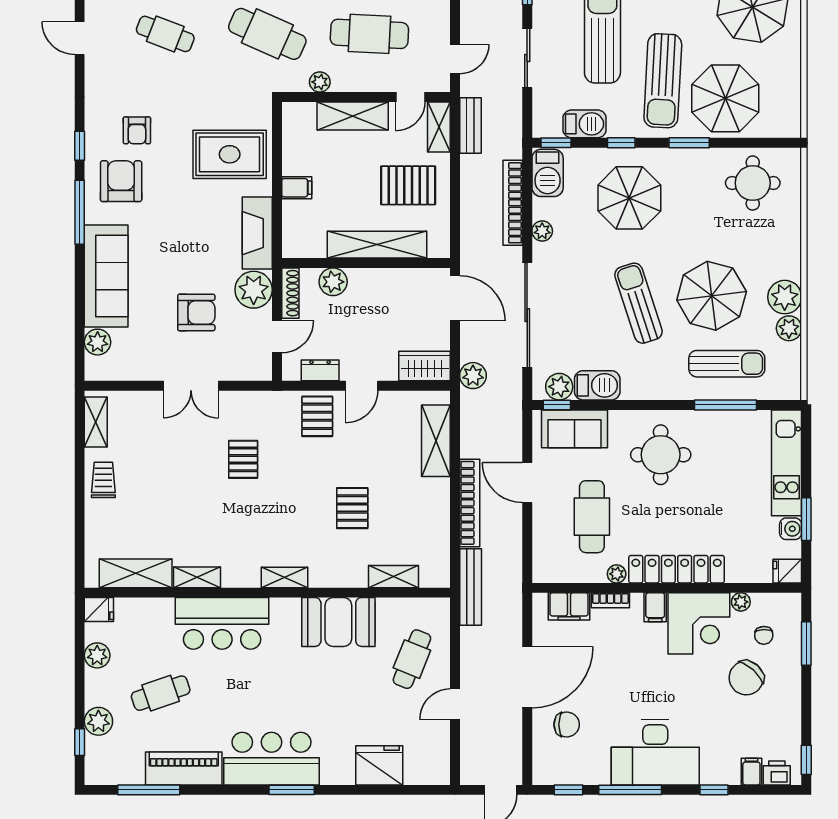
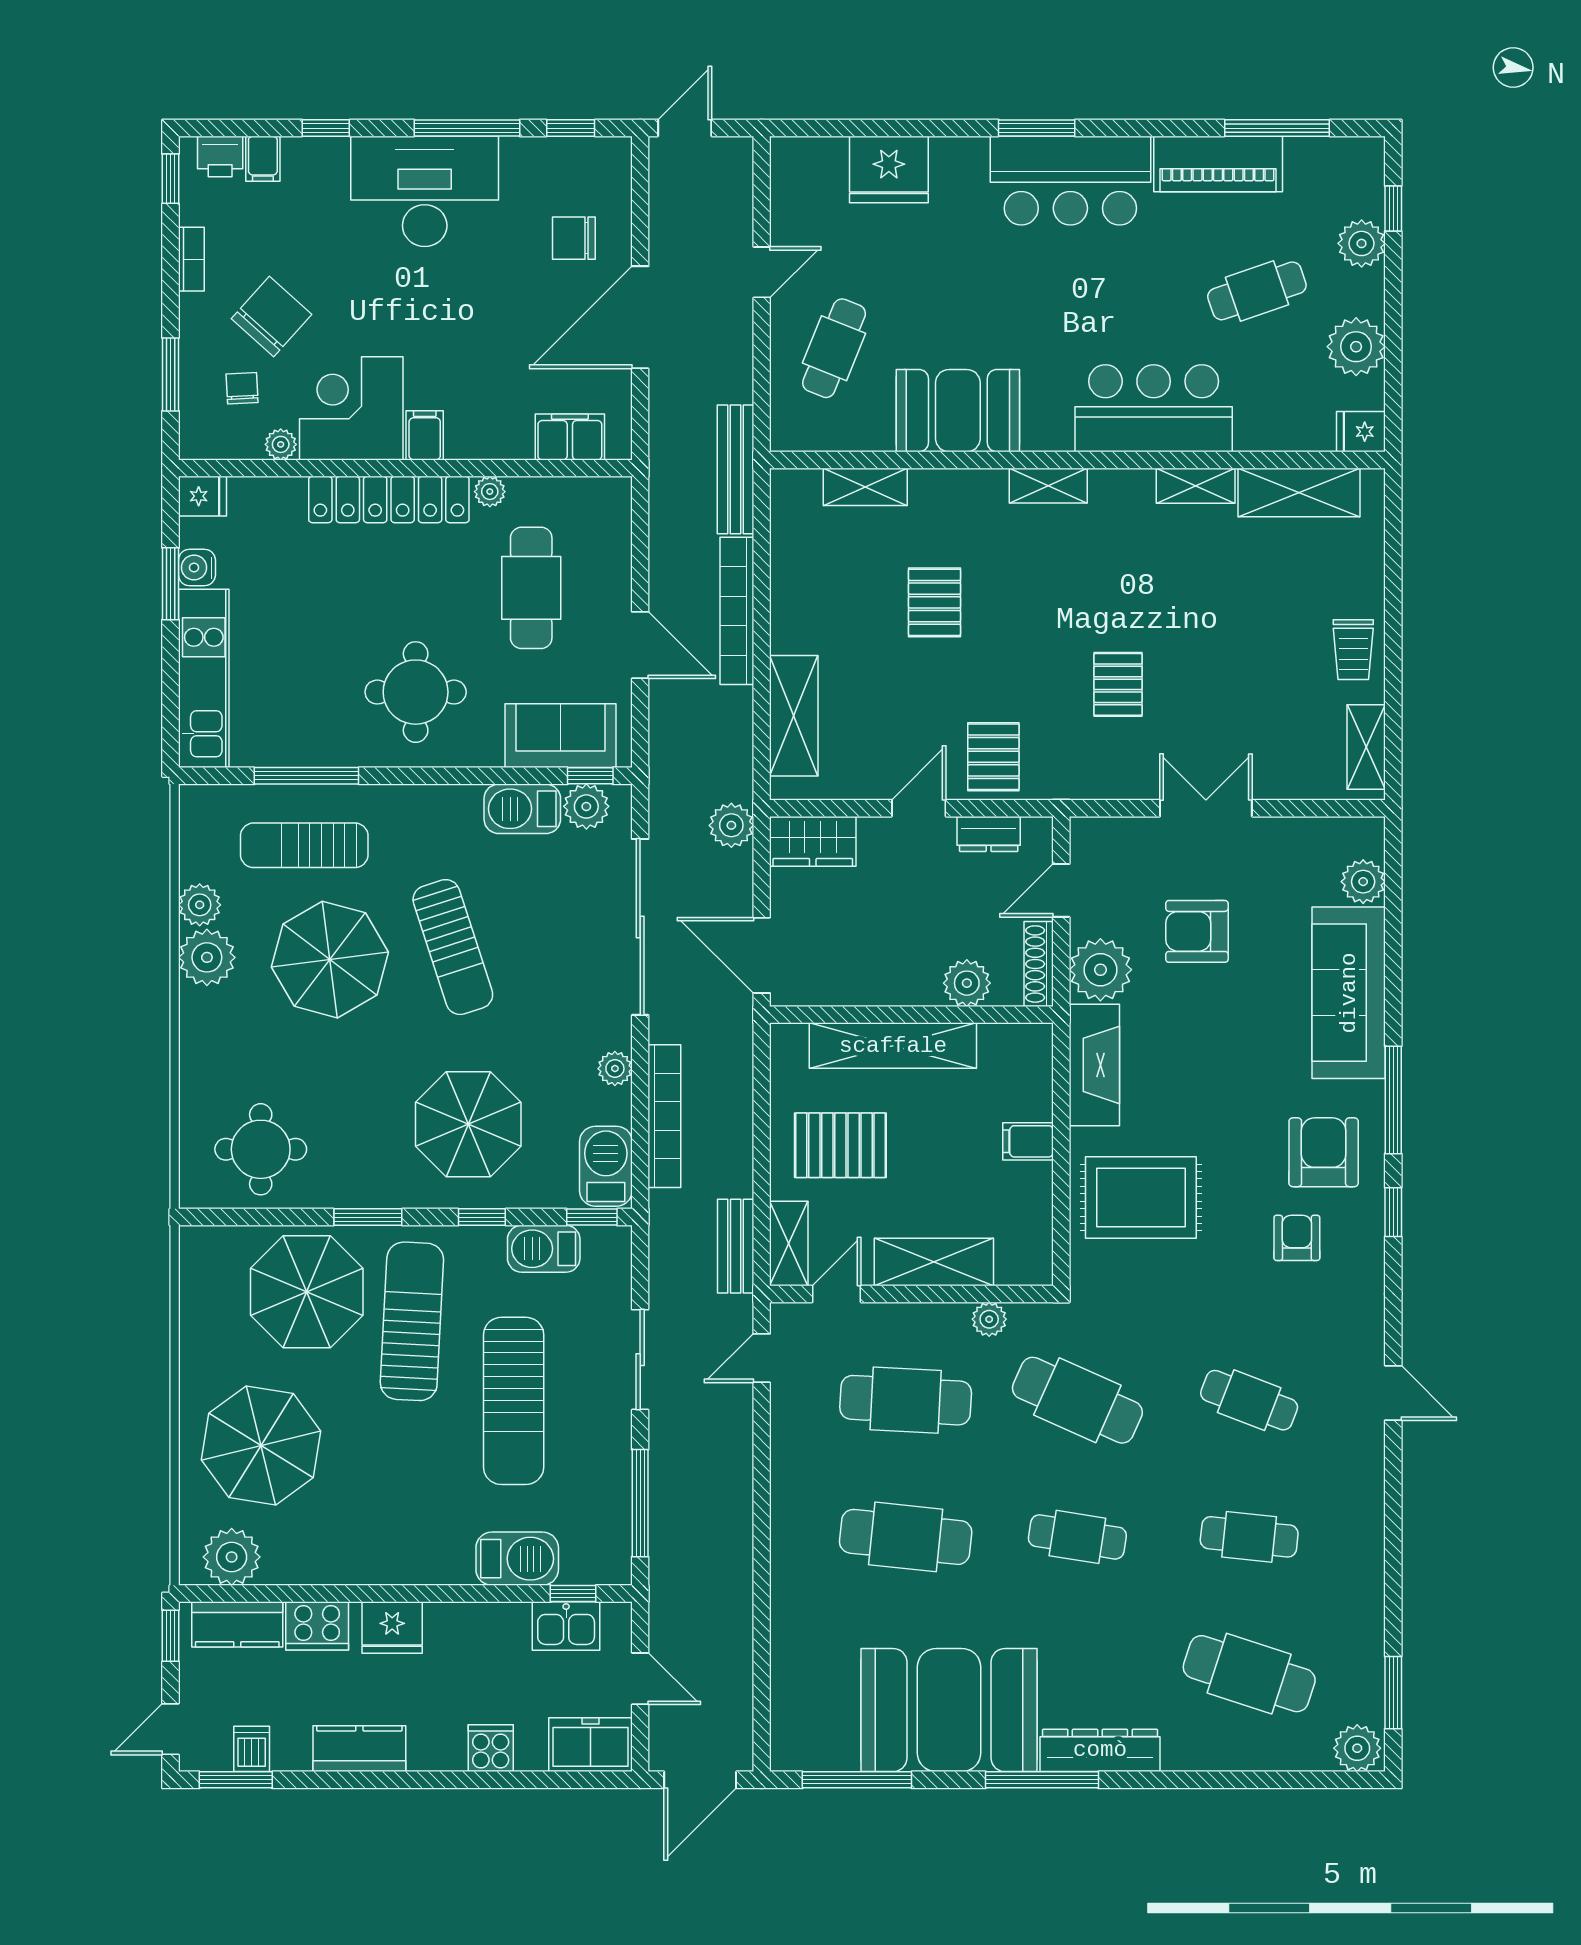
armchair: (121, 181) -> (1324, 1152), turned 180
bookcase: (610, 600) -> (191, 259), moved, turned 90
plant: (97, 655) -> (1356, 347), width x1.36, depth x1.36

